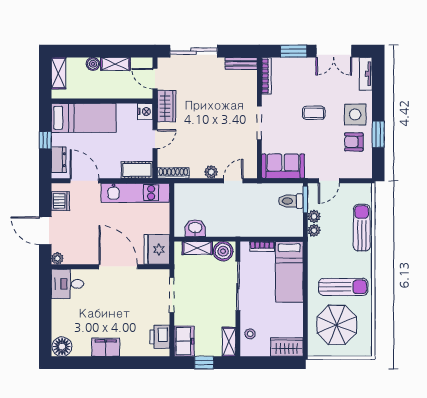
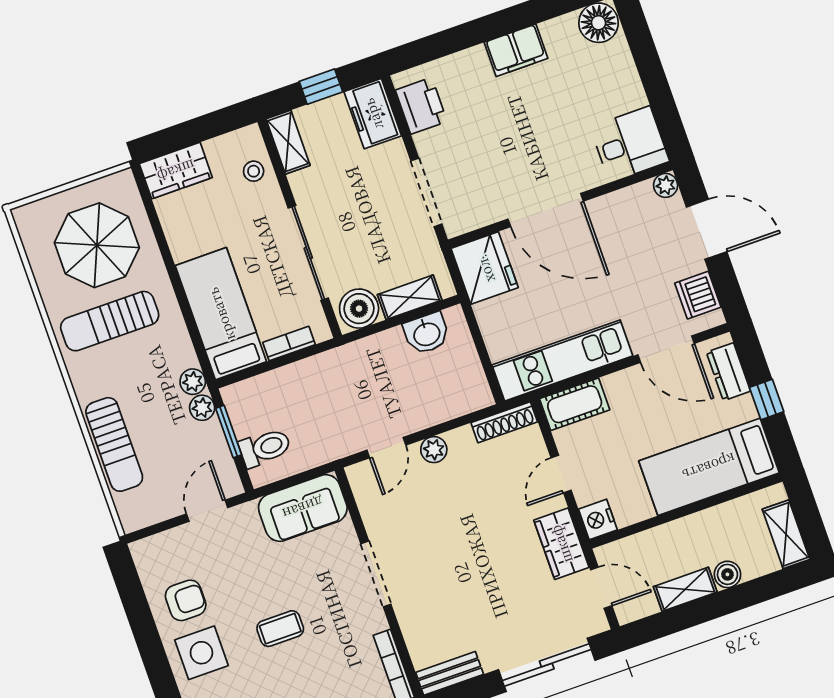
window: (378, 134) -> (145, 631), removed
window: (305, 200) -> (229, 432), moved
plant: (314, 216) -> (193, 382), moved

